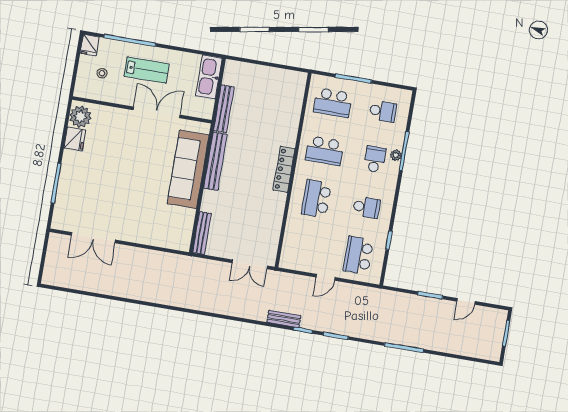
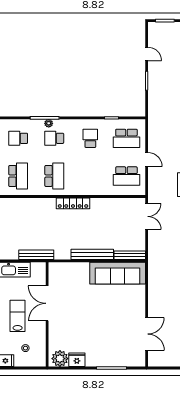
school desk: (383, 111) -> (18, 138), turned -90
bench: (215, 161) -> (92, 254), moved
sofa: (188, 169) -> (118, 273), moved
school desk: (316, 199) -> (126, 176), moved

